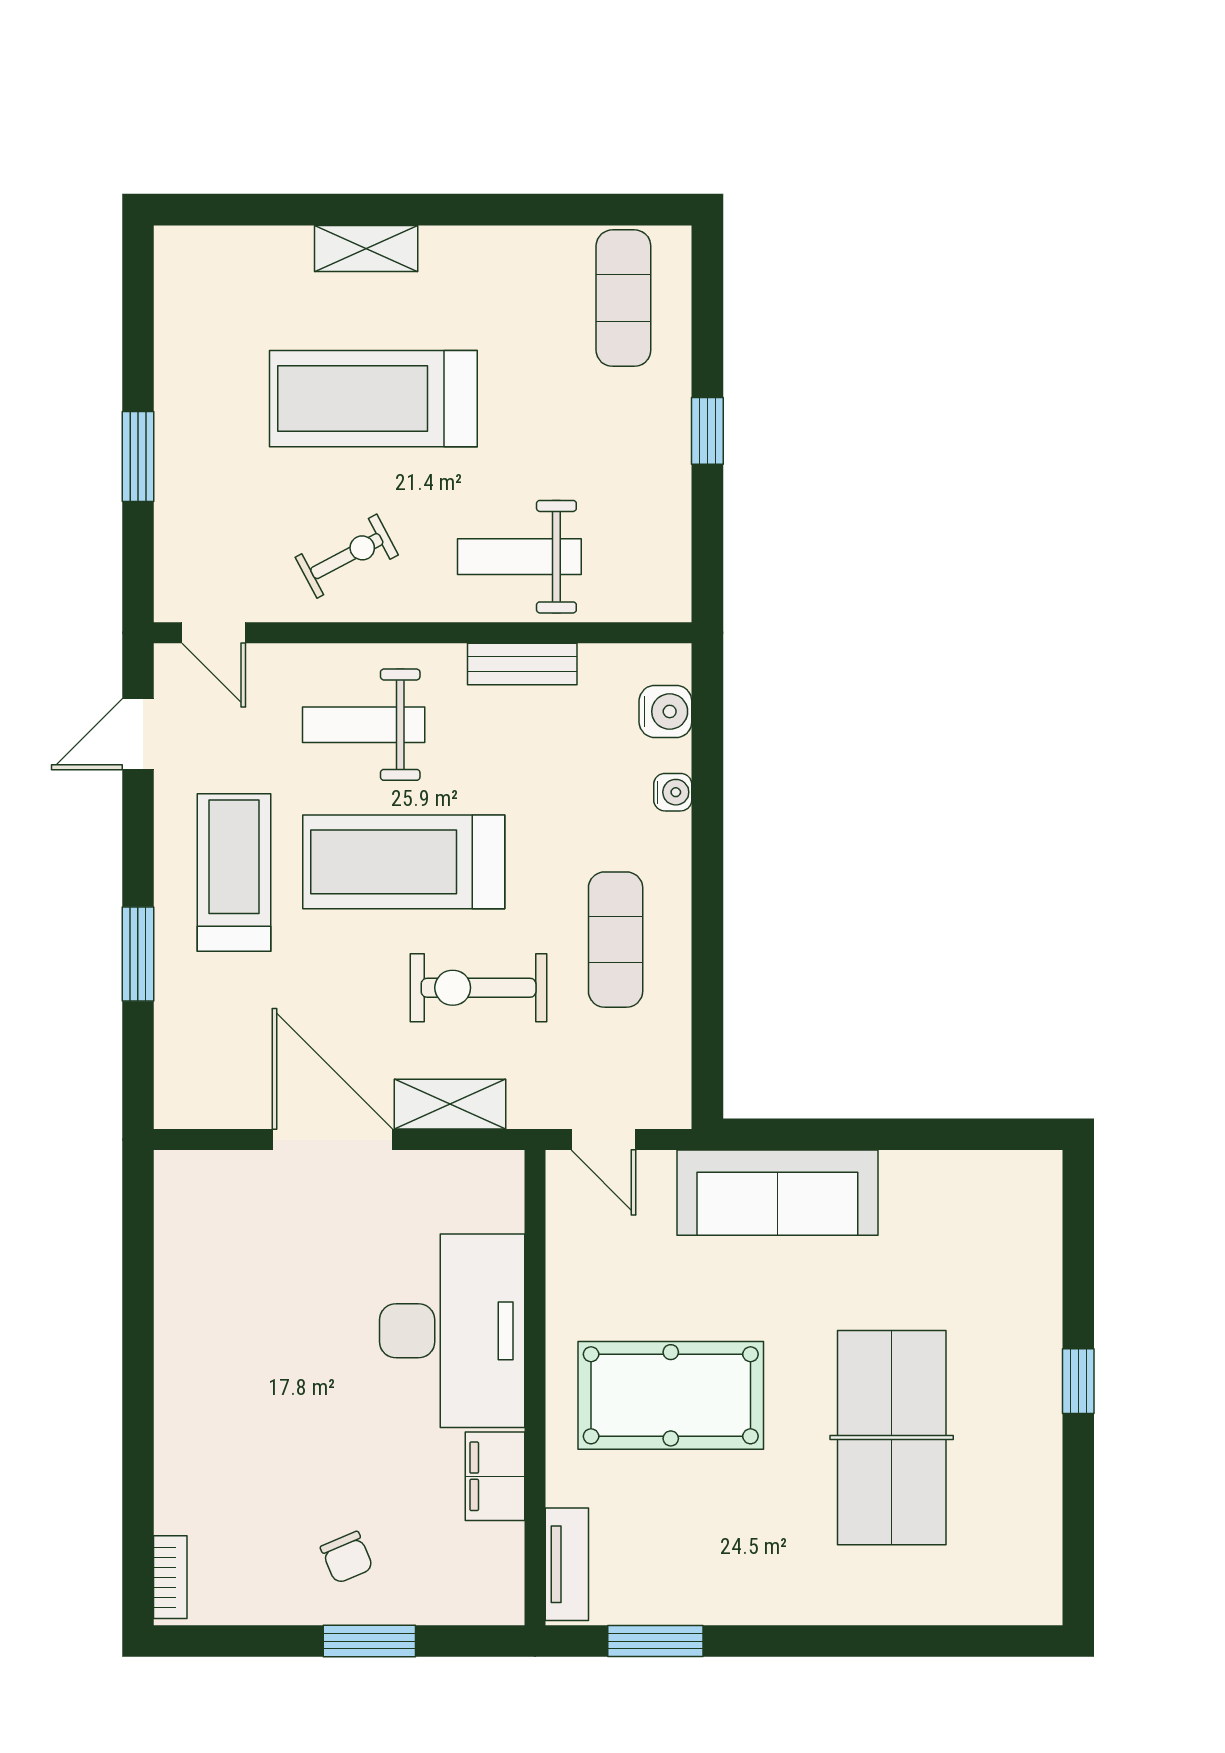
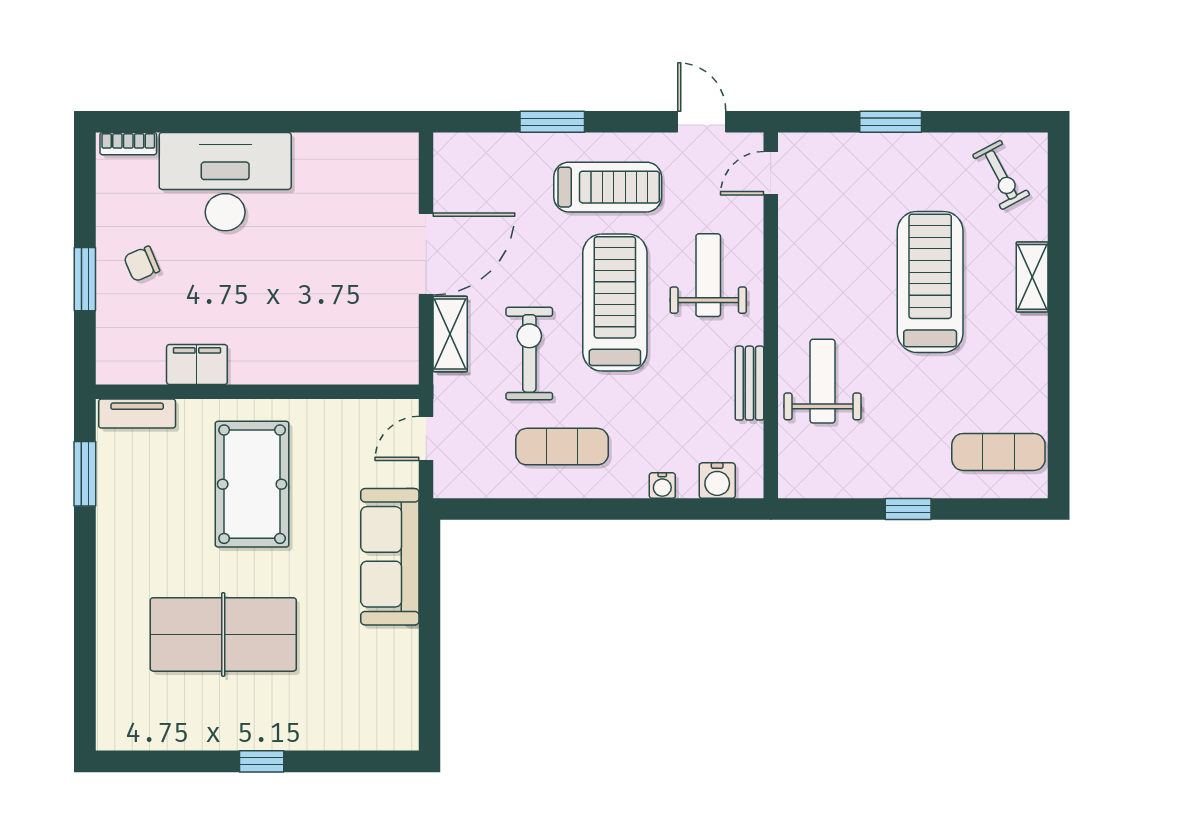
exercise bike: (347, 556) -> (1001, 175), moved
desk: (452, 1331) -> (225, 182), moved, turned 180

